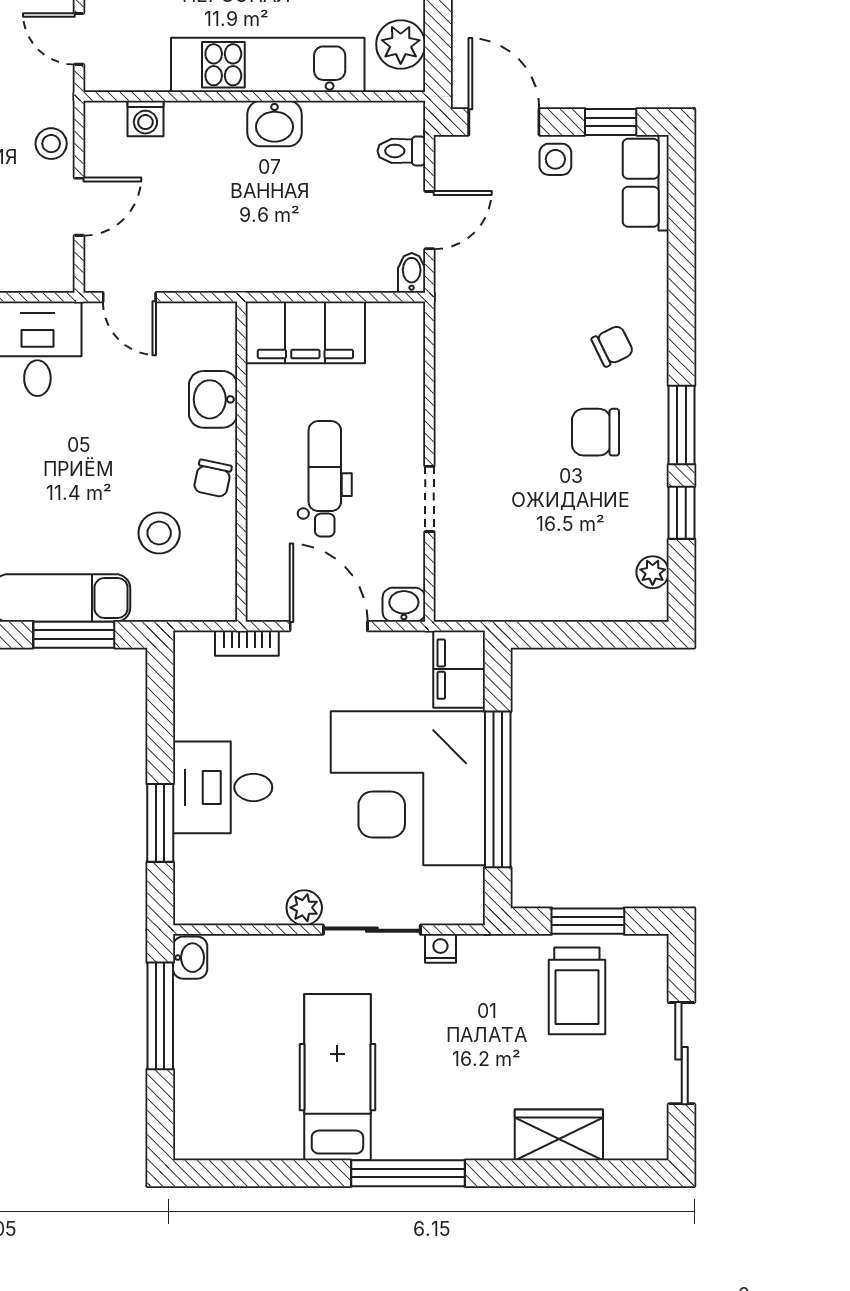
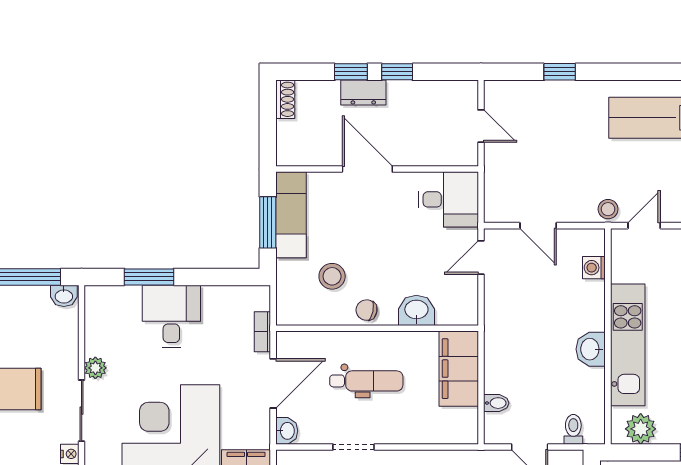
stool: (51, 144) -> (608, 209), moved
bidet: (412, 273) -> (496, 403), moved

